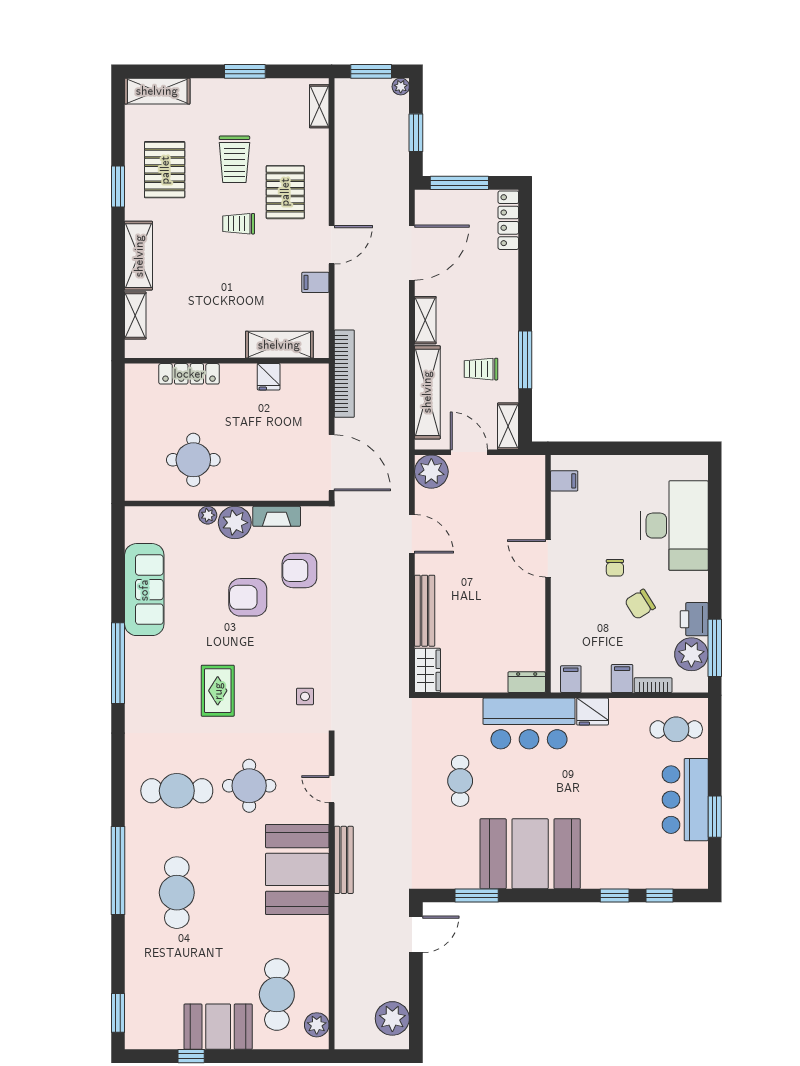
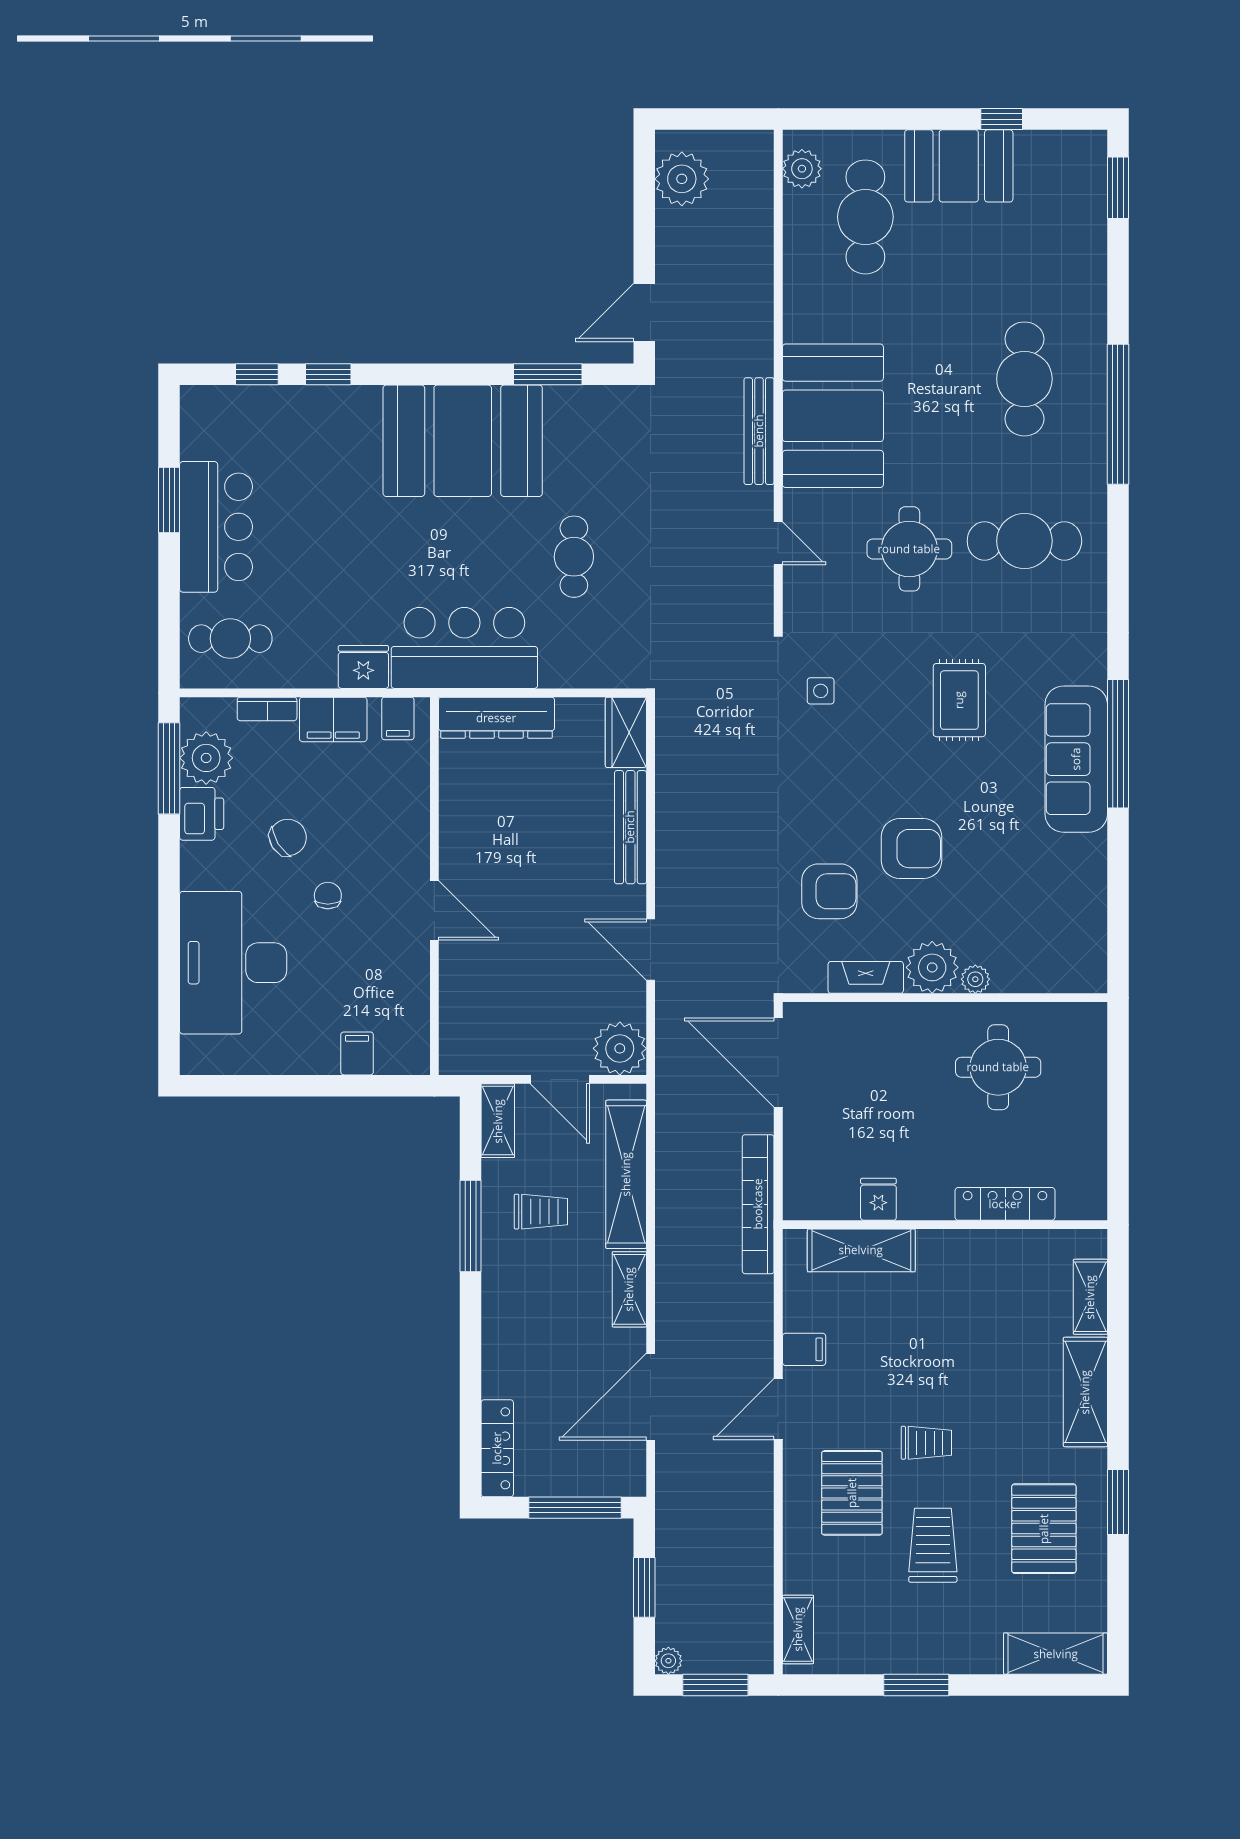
filing cabinet: (564, 481) -> (357, 1053), moved, turned 90
sofa: (144, 590) -> (1076, 759), moved
filing cabinet: (622, 679) -> (333, 719), width x2.00
dresser: (527, 682) -> (496, 718), width x1.96, depth x1.24

